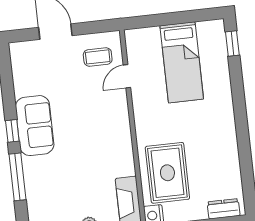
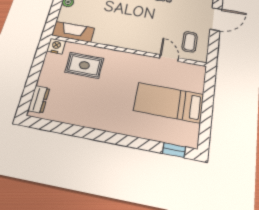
rug: (167, 173) -> (84, 65), width x0.73, depth x0.70

